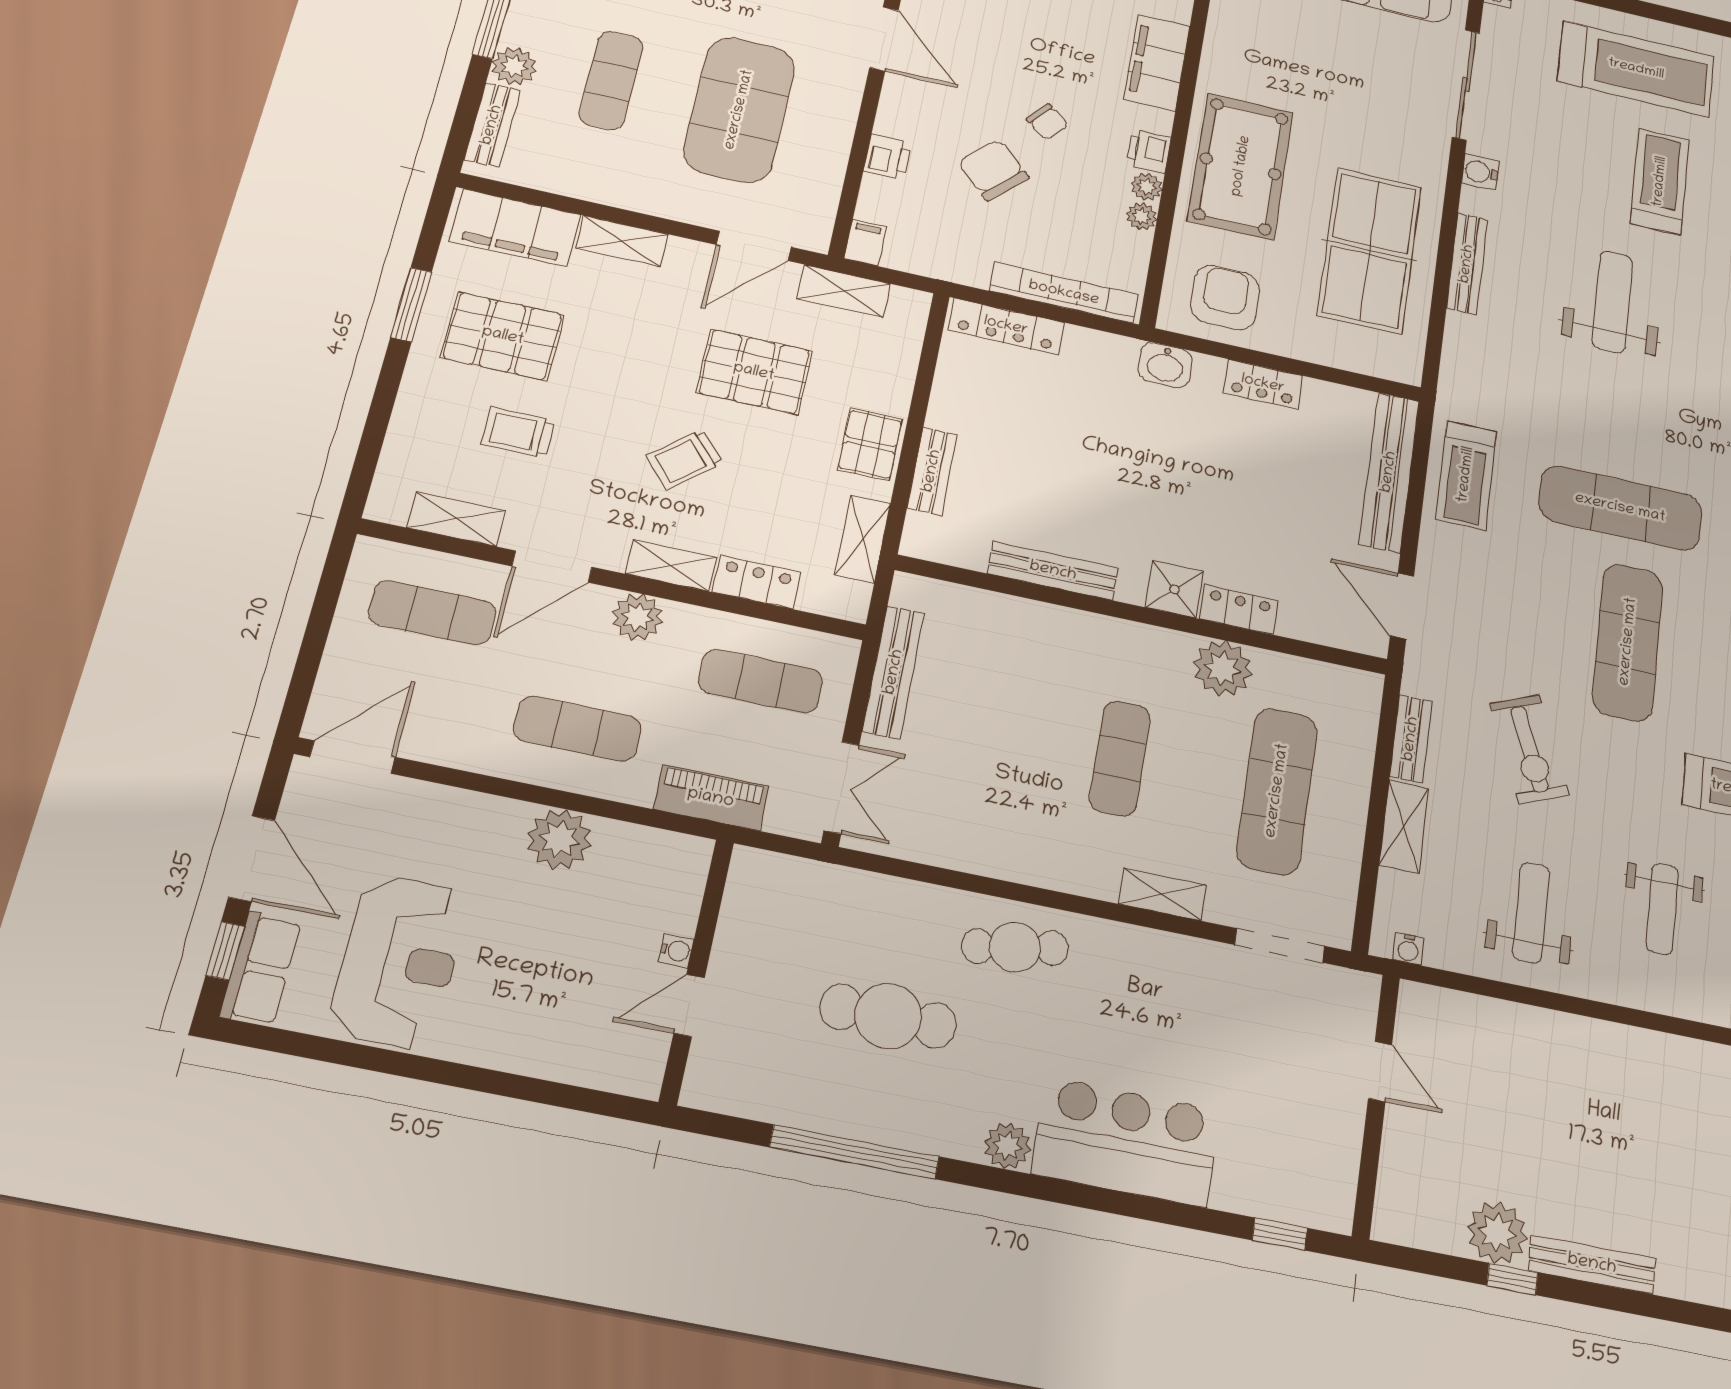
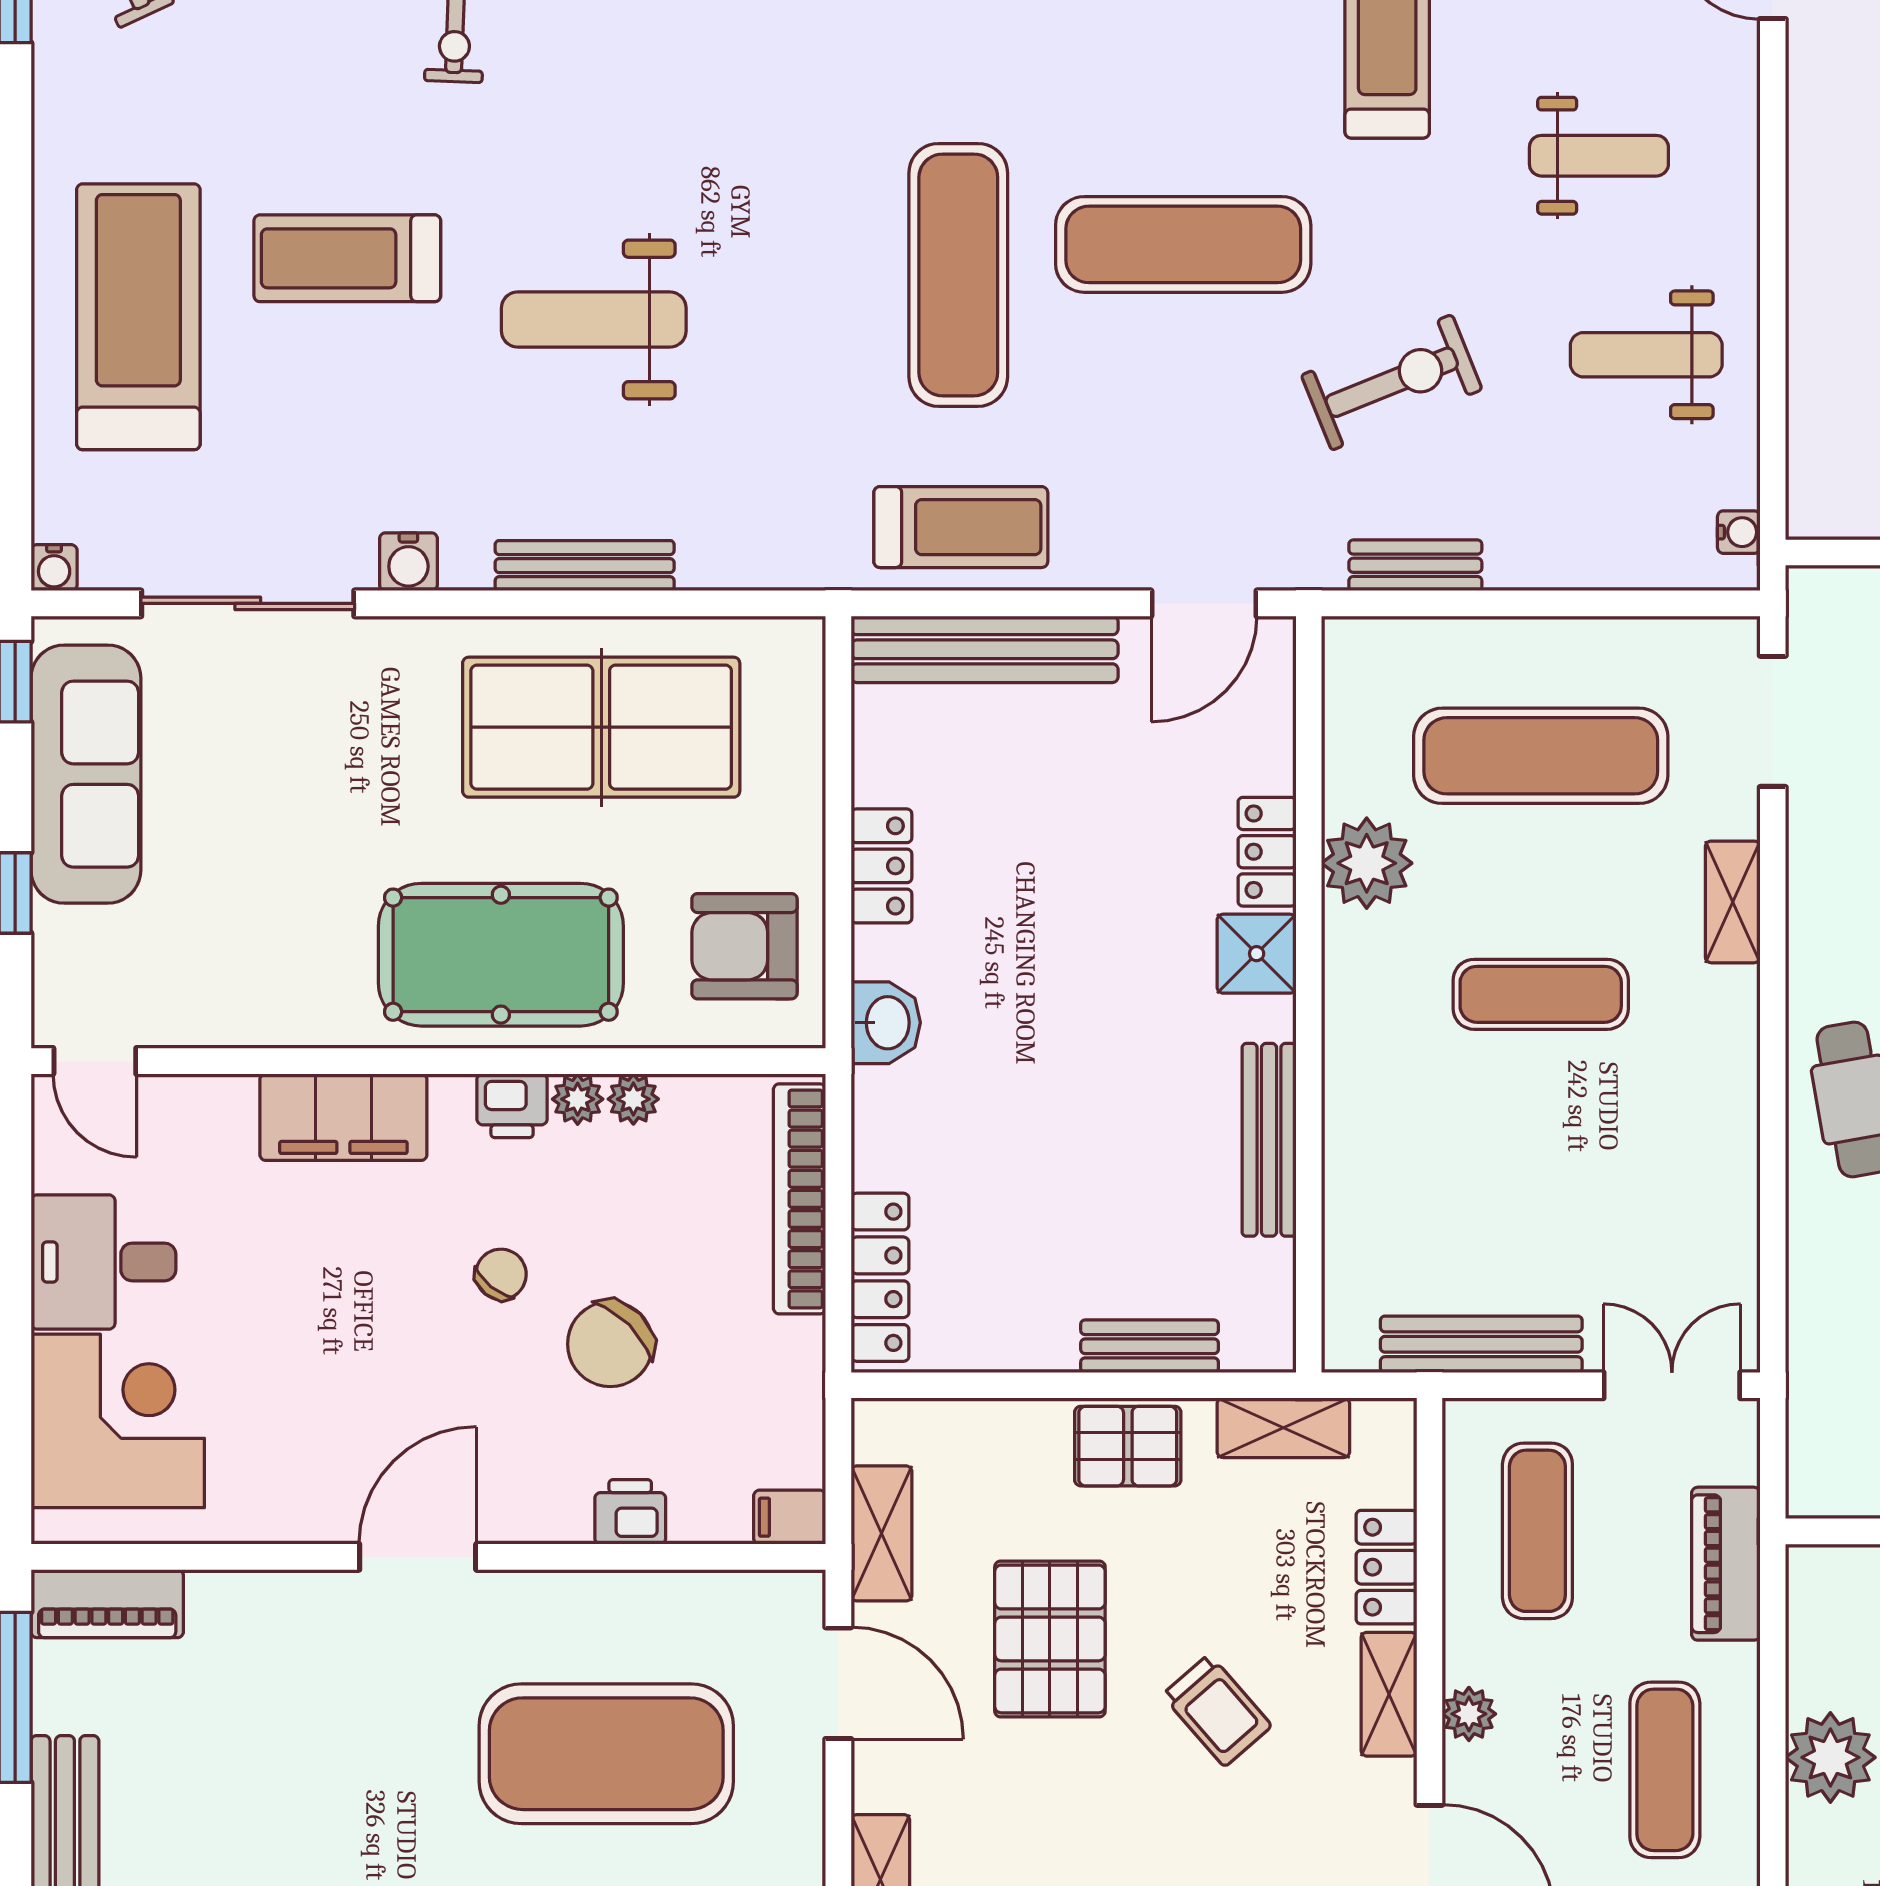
plant: (637, 617) -> (1469, 1714), width x0.73, depth x0.73
shelving: (1404, 826) -> (1554, 560), removed

